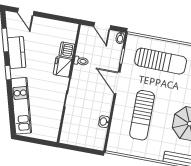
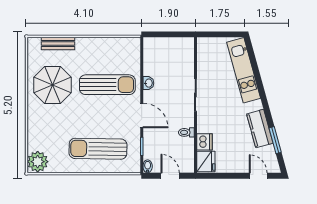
fridge: (63, 67) -> (206, 162), moved
window: (8, 73) -> (265, 105), removed
sun lounger: (142, 115) -> (107, 85), turned 90
washbasin: (104, 122) -> (148, 83), moved

